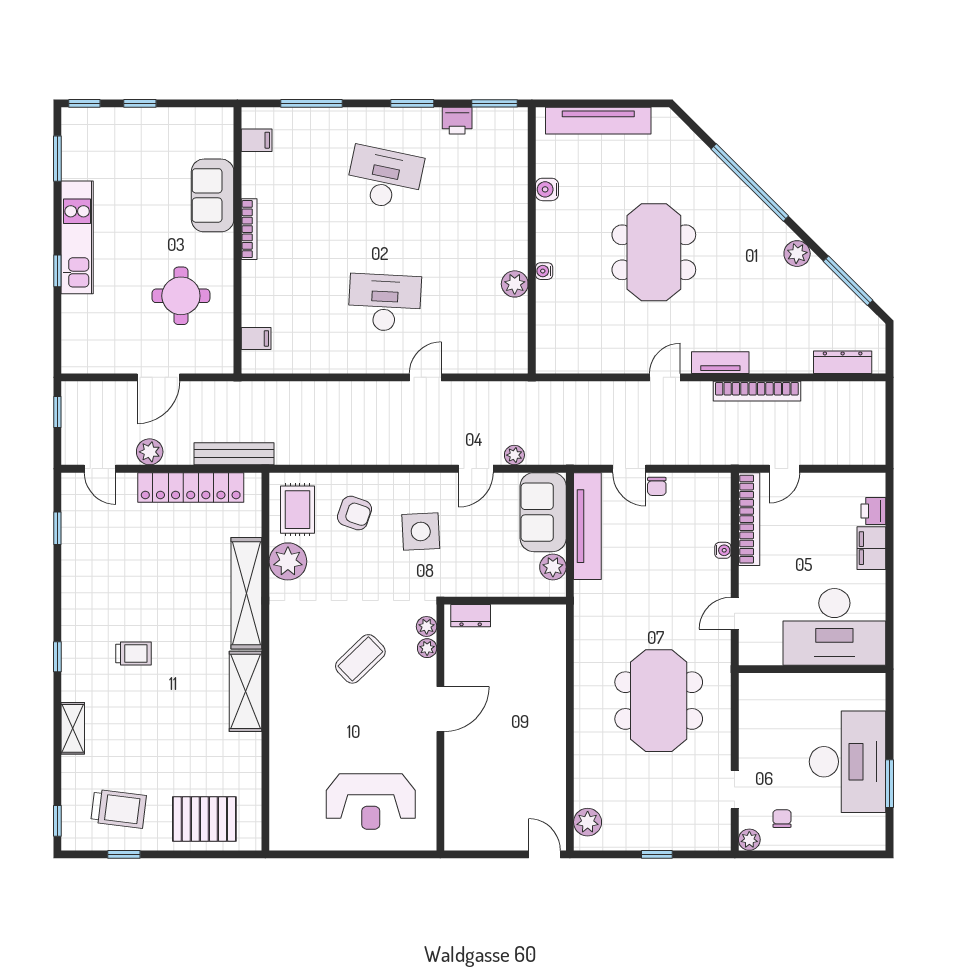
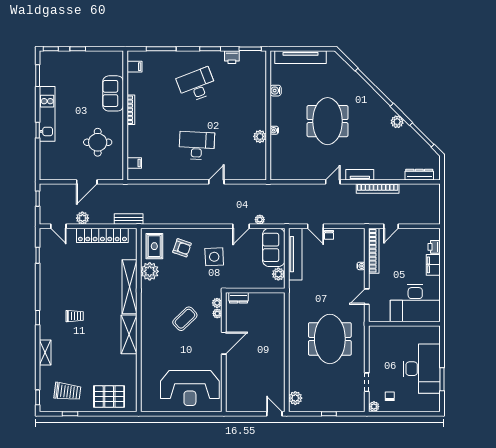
desk: (385, 178) -> (197, 85), turned -33
bench: (234, 454) -> (129, 219), width x0.73
reception desk: (371, 802) -> (190, 388), width x1.36, depth x1.30

